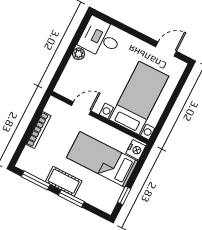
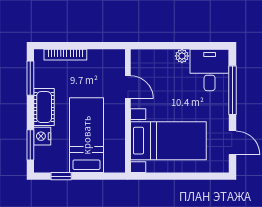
window: (125, 28) -> (232, 90), added
bookcase: (38, 130) -> (65, 55), moved
nightstand: (136, 150) -> (42, 136), moved, turned 90
window: (71, 199) -> (30, 145), moved

